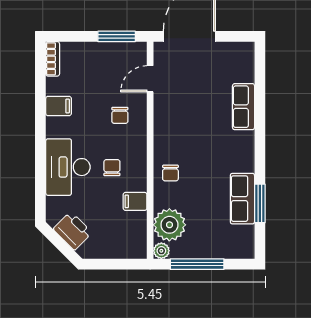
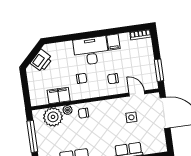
side table: (189, 94) -> (131, 117), added
desk: (68, 167) -> (91, 51), moved
filing cabinet: (135, 201) -> (59, 96), width x2.00
plant: (161, 251) -> (68, 110), moved

